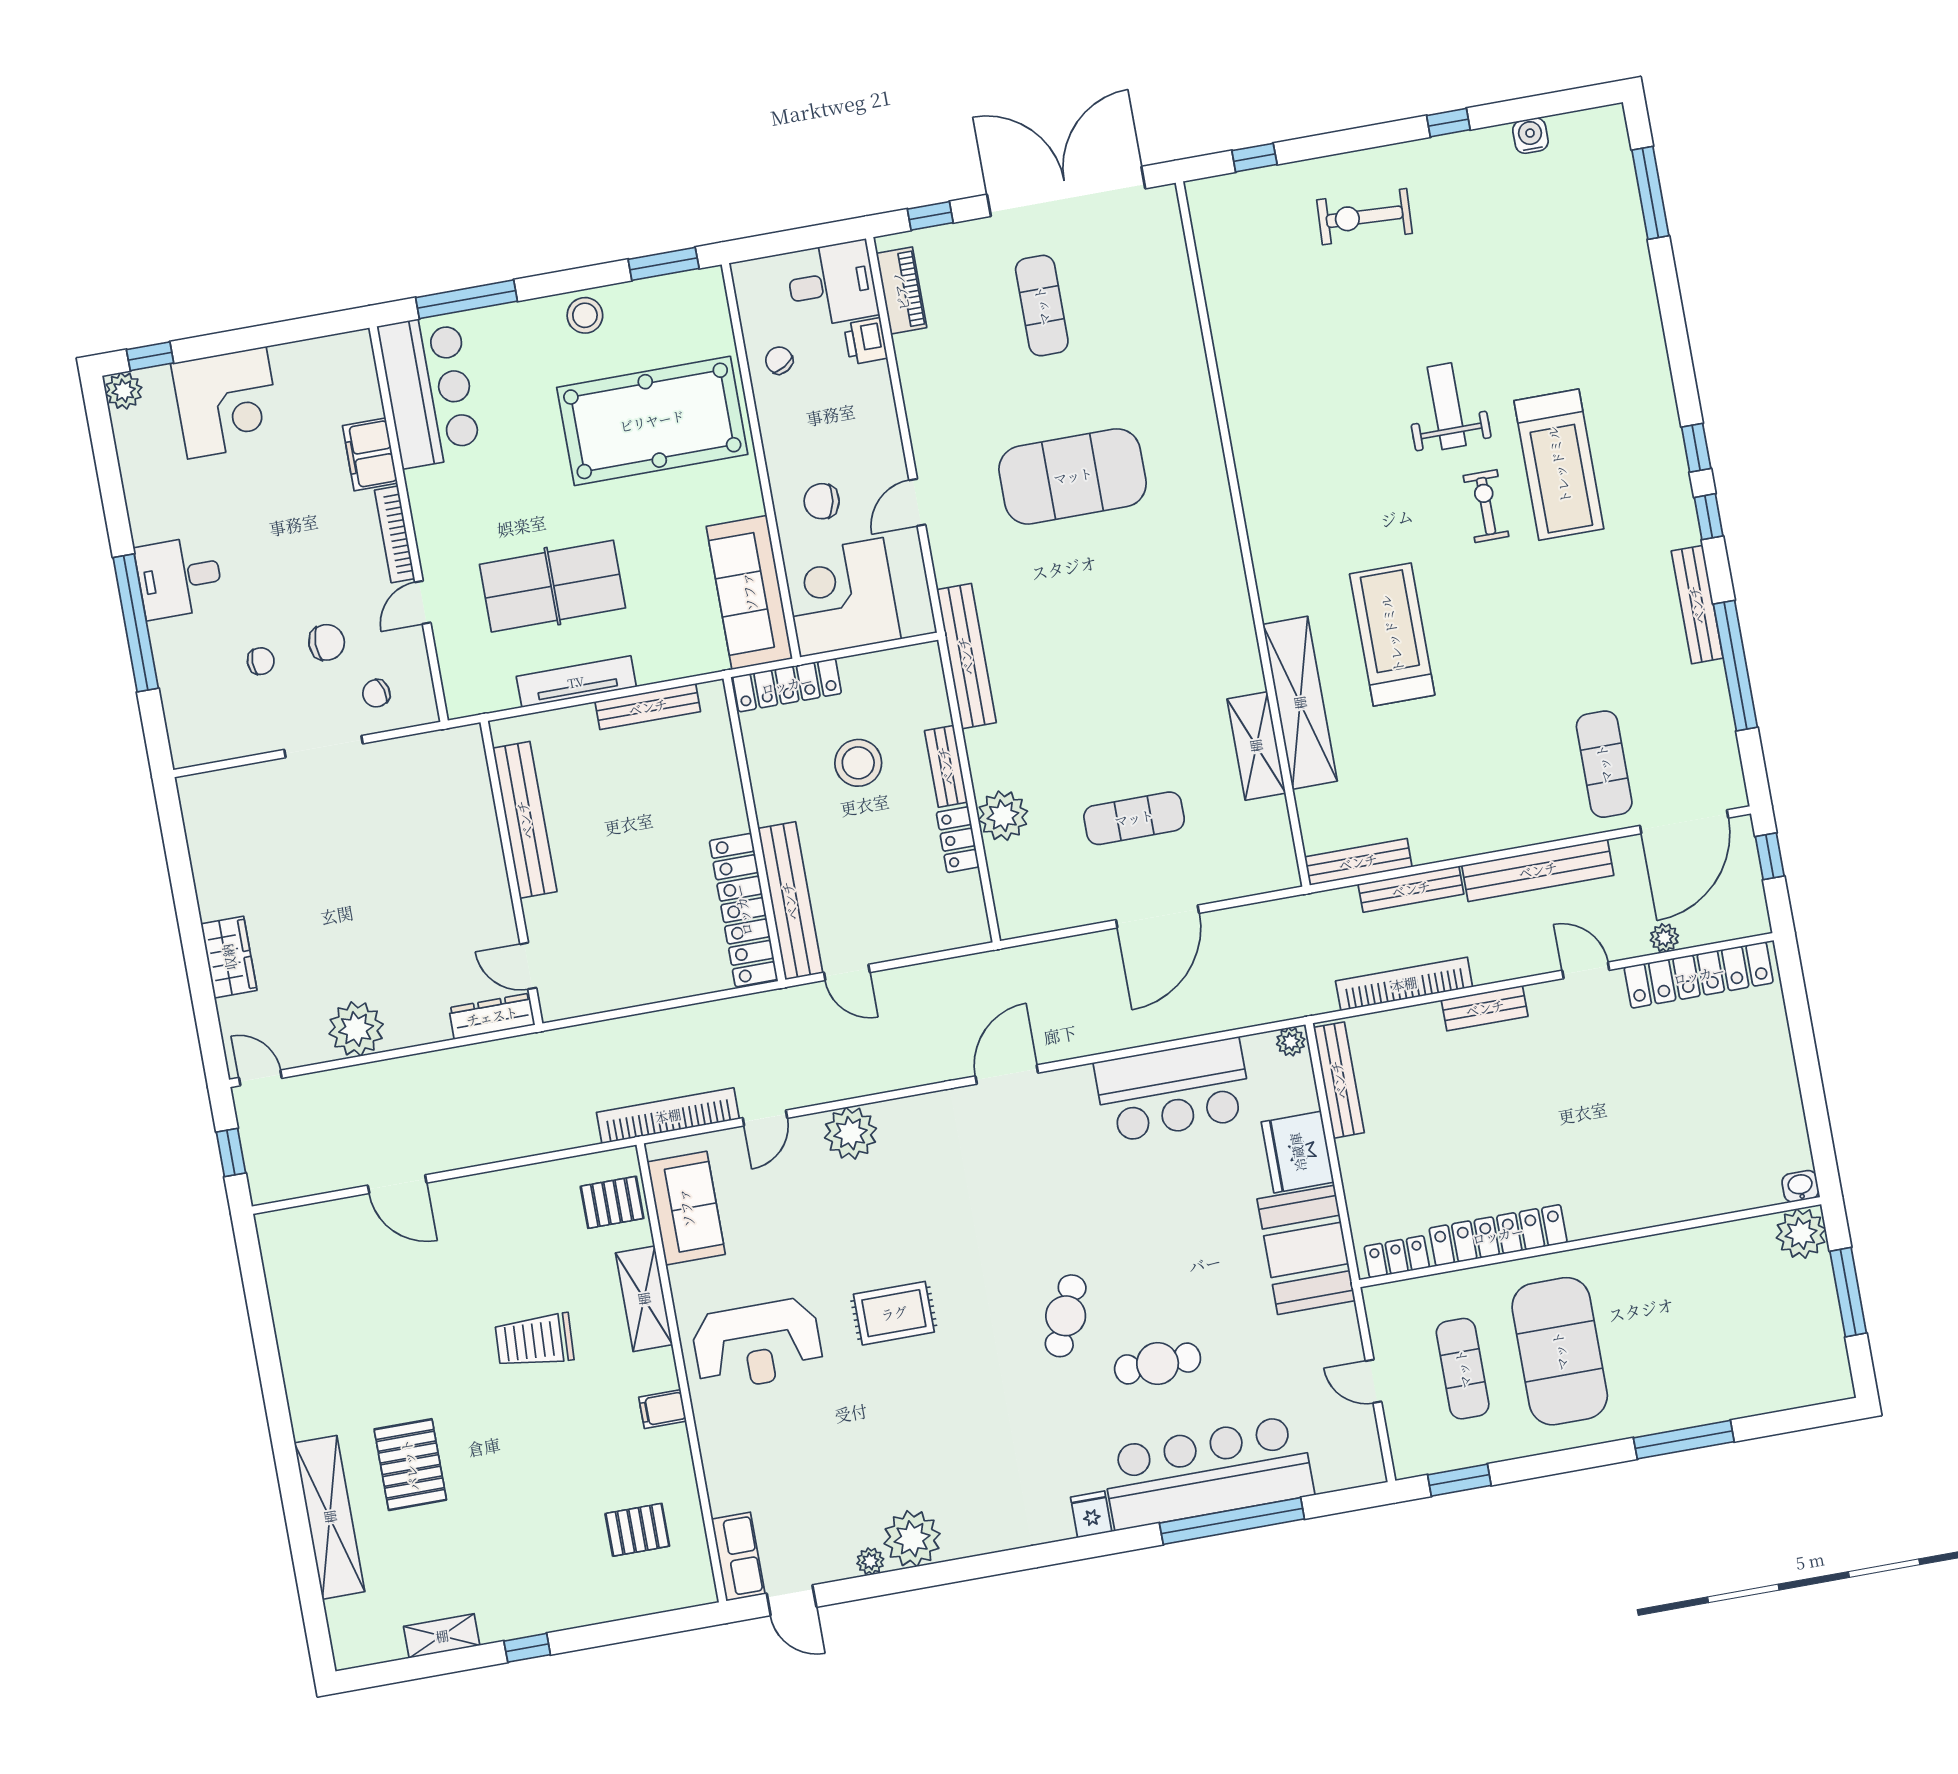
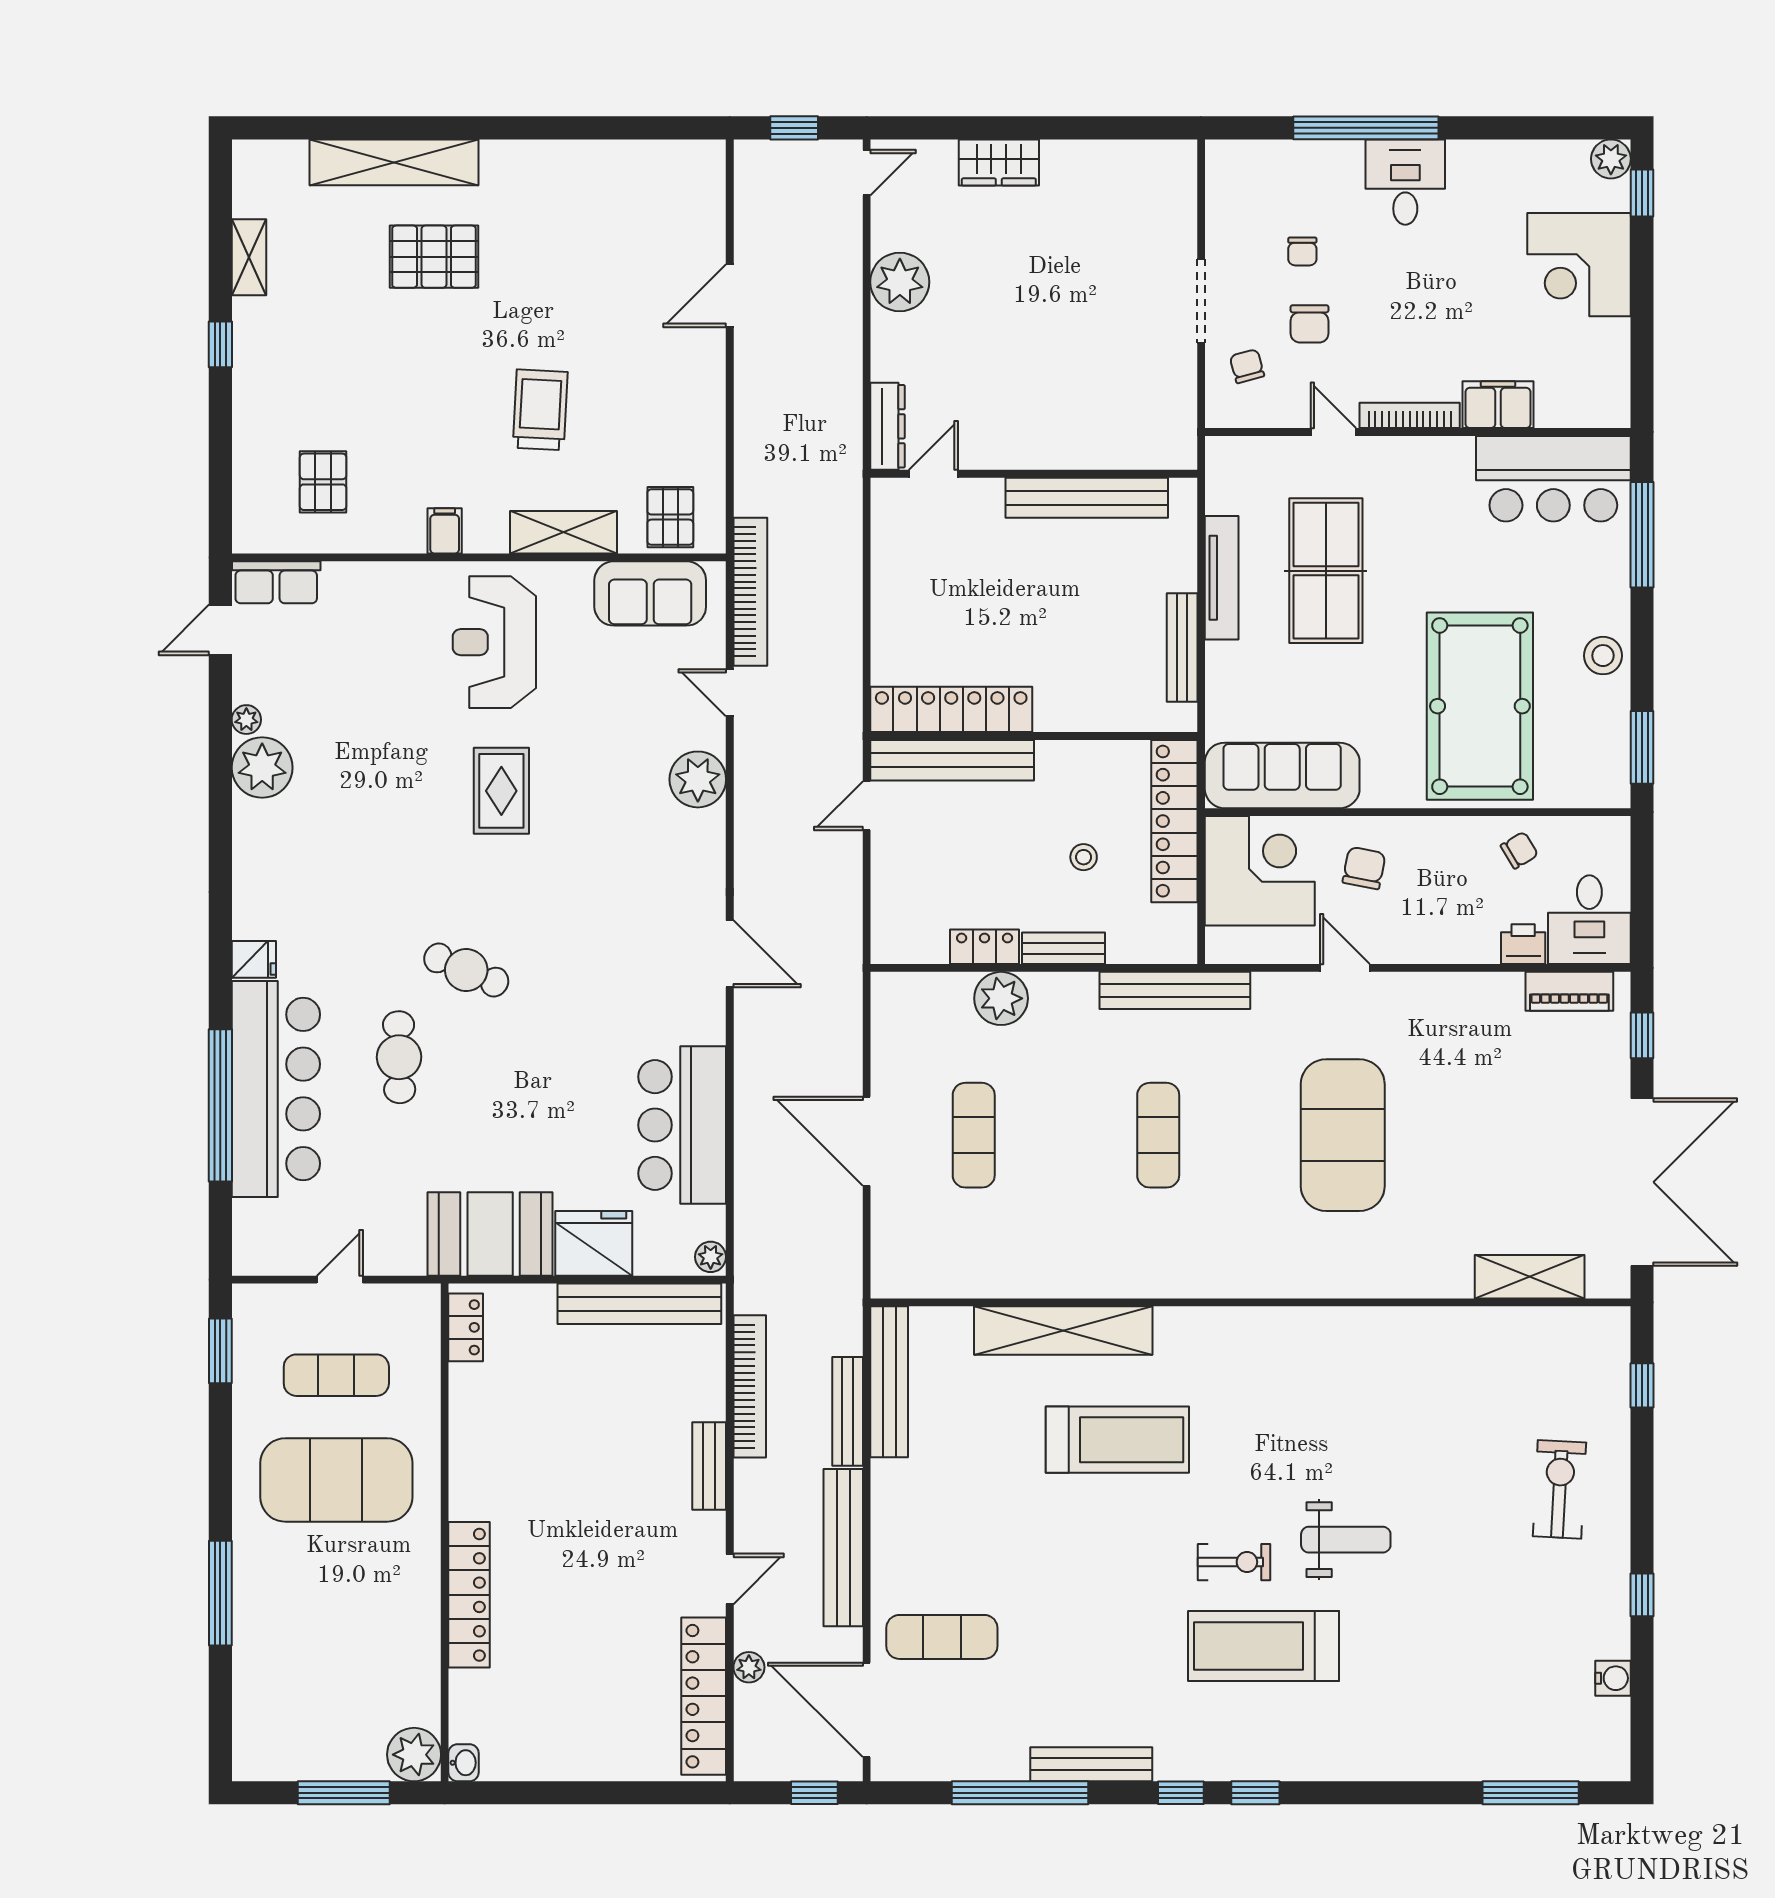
exercise mat: (1042, 306) -> (1158, 1135), moved, turned 90
locker: (787, 685) -> (1174, 821), width x1.41, depth x1.21
shelving: (1256, 746) -> (1530, 1277), moved
stool: (858, 763) -> (1084, 857), width x0.53, depth x0.53
bench: (1358, 862) -> (889, 1382), width x1.37, depth x1.21
bench: (1339, 1080) -> (639, 1304), width x1.37, depth x1.21
locker: (1498, 1235) -> (469, 1595), moved

